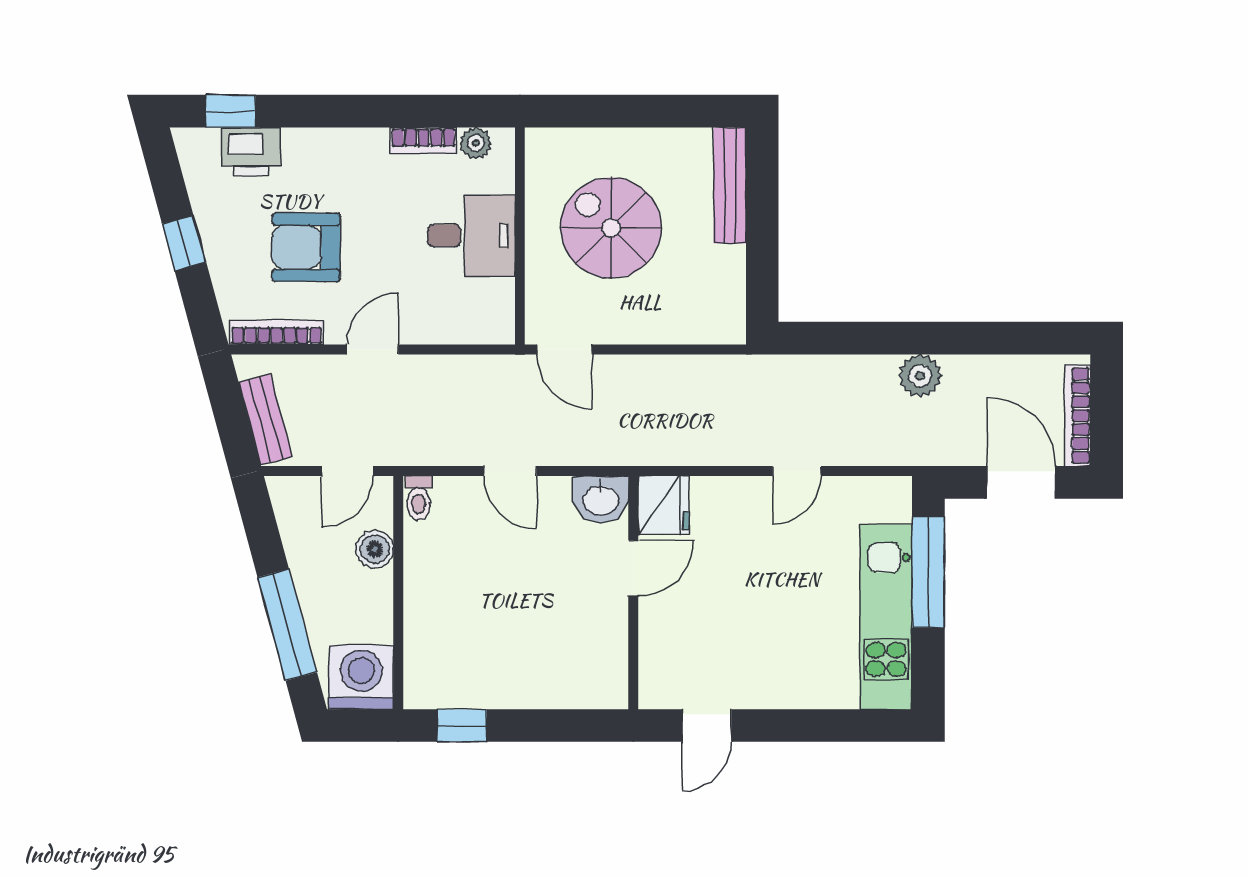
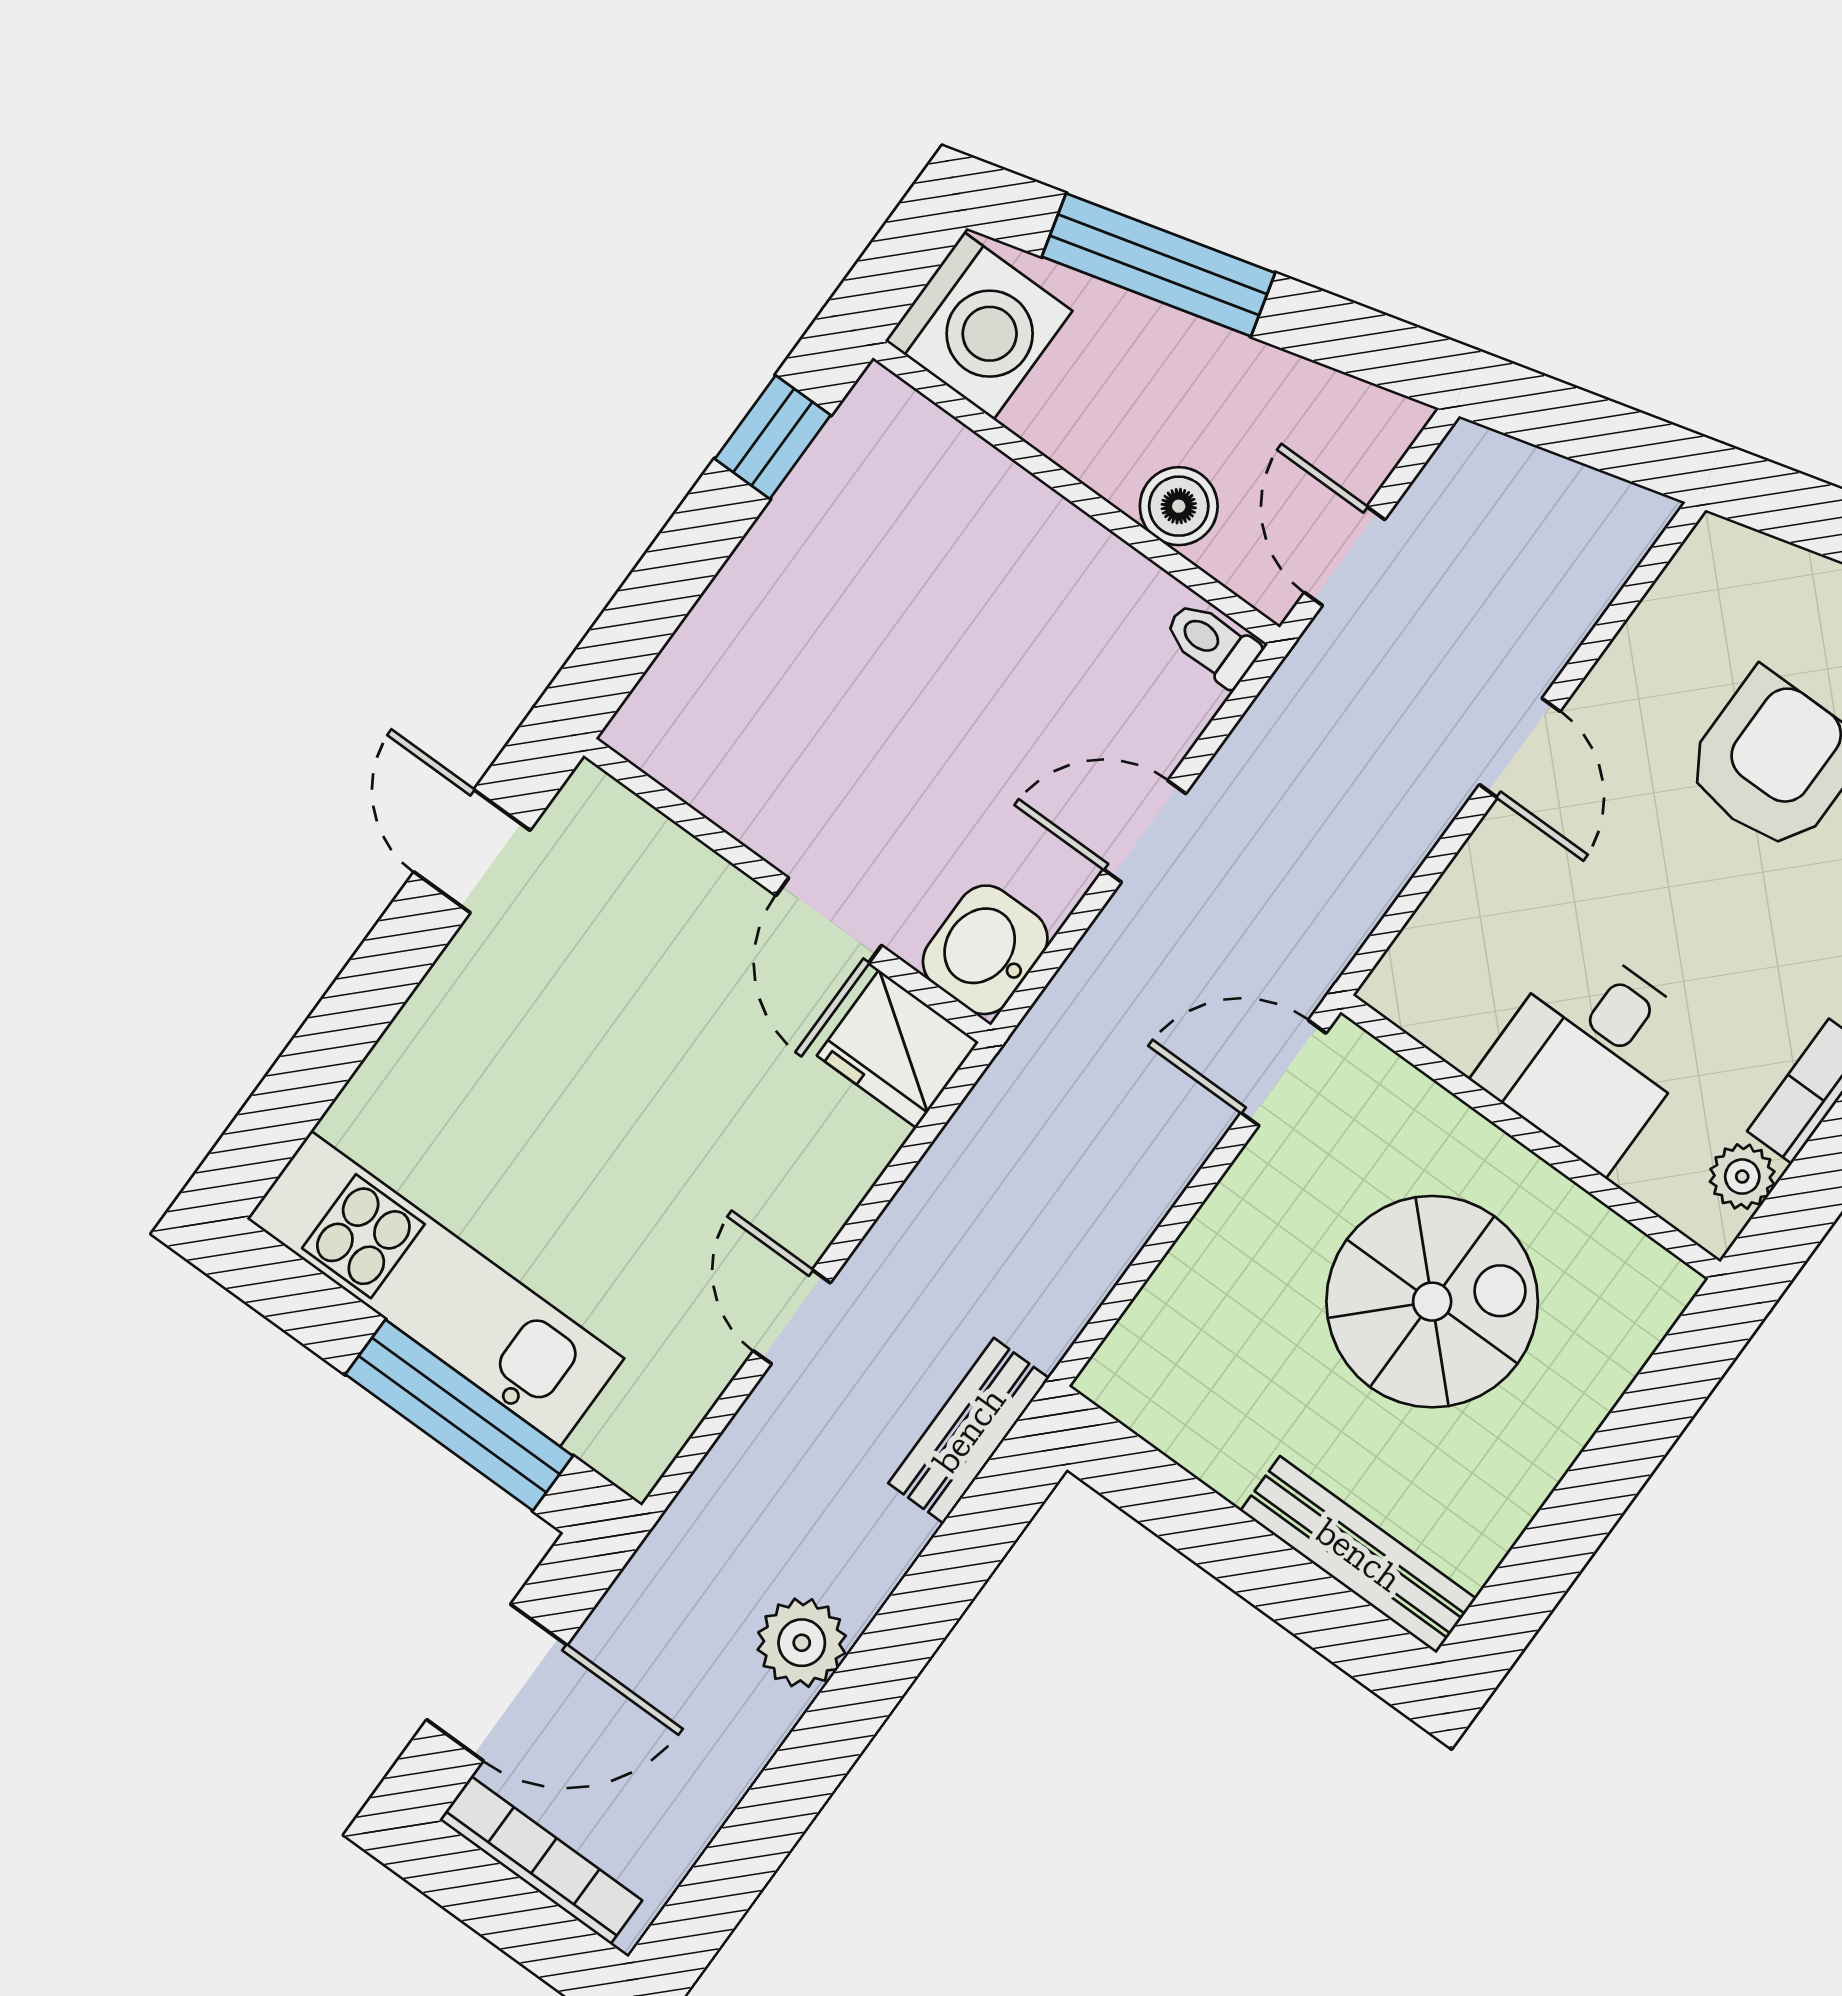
bookcase: (277, 333) -> (1666, 606), removed
bench: (265, 419) -> (969, 1431), moved, turned -75

